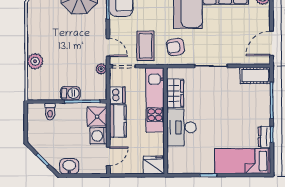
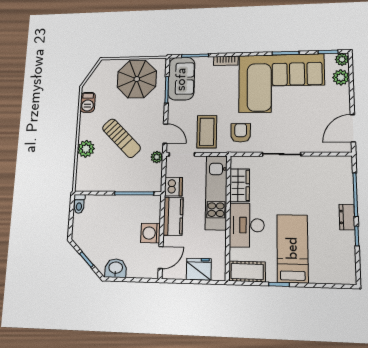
armchair: (176, 47) -> (241, 133), turned 99
sun lounger: (68, 52) -> (121, 138), added
cot: (255, 76) -> (247, 271), moved
barbecue: (70, 93) -> (88, 102), moved, turned 90
toilet: (50, 111) -> (79, 204), moved
shower: (97, 117) -> (150, 211), removed
dresser: (264, 137) -> (347, 217), moved
bed: (243, 161) -> (292, 248), moved, turned 90
fridge: (154, 165) -> (199, 269), moved

